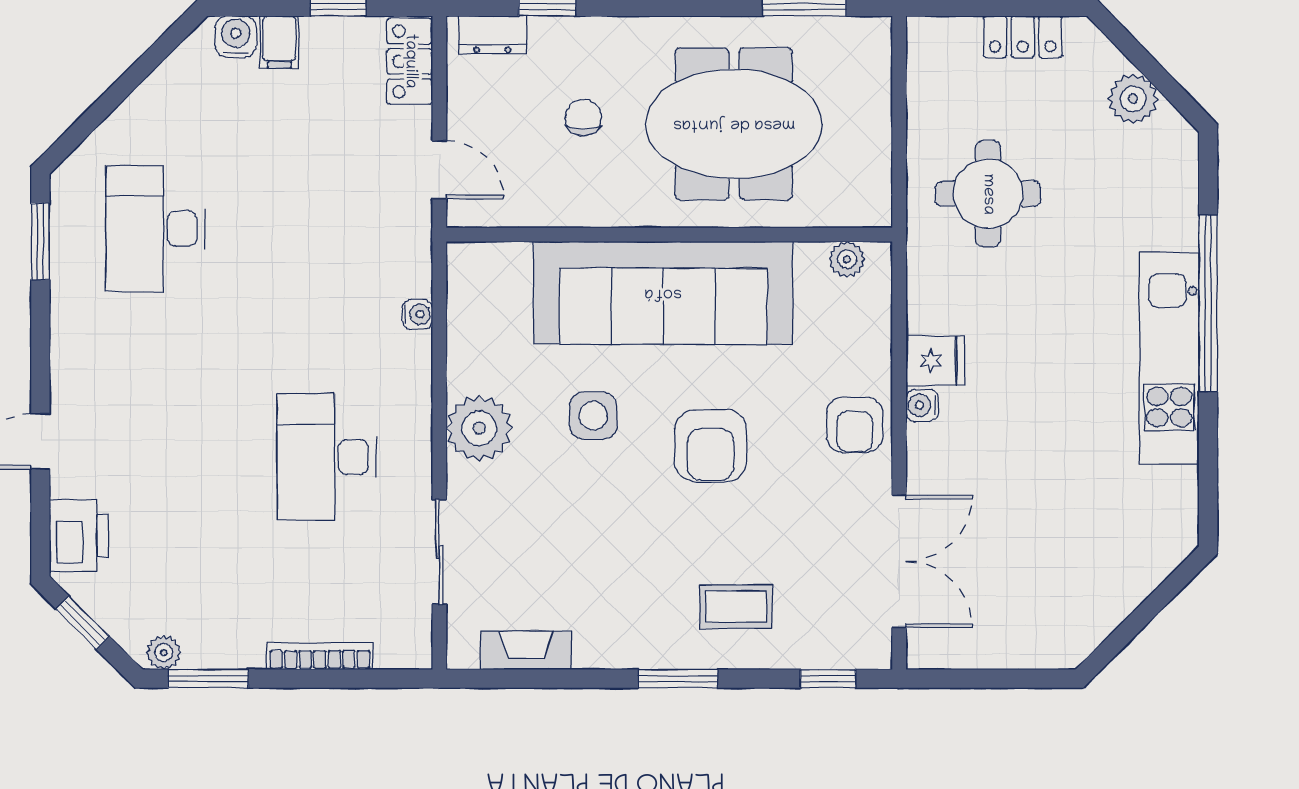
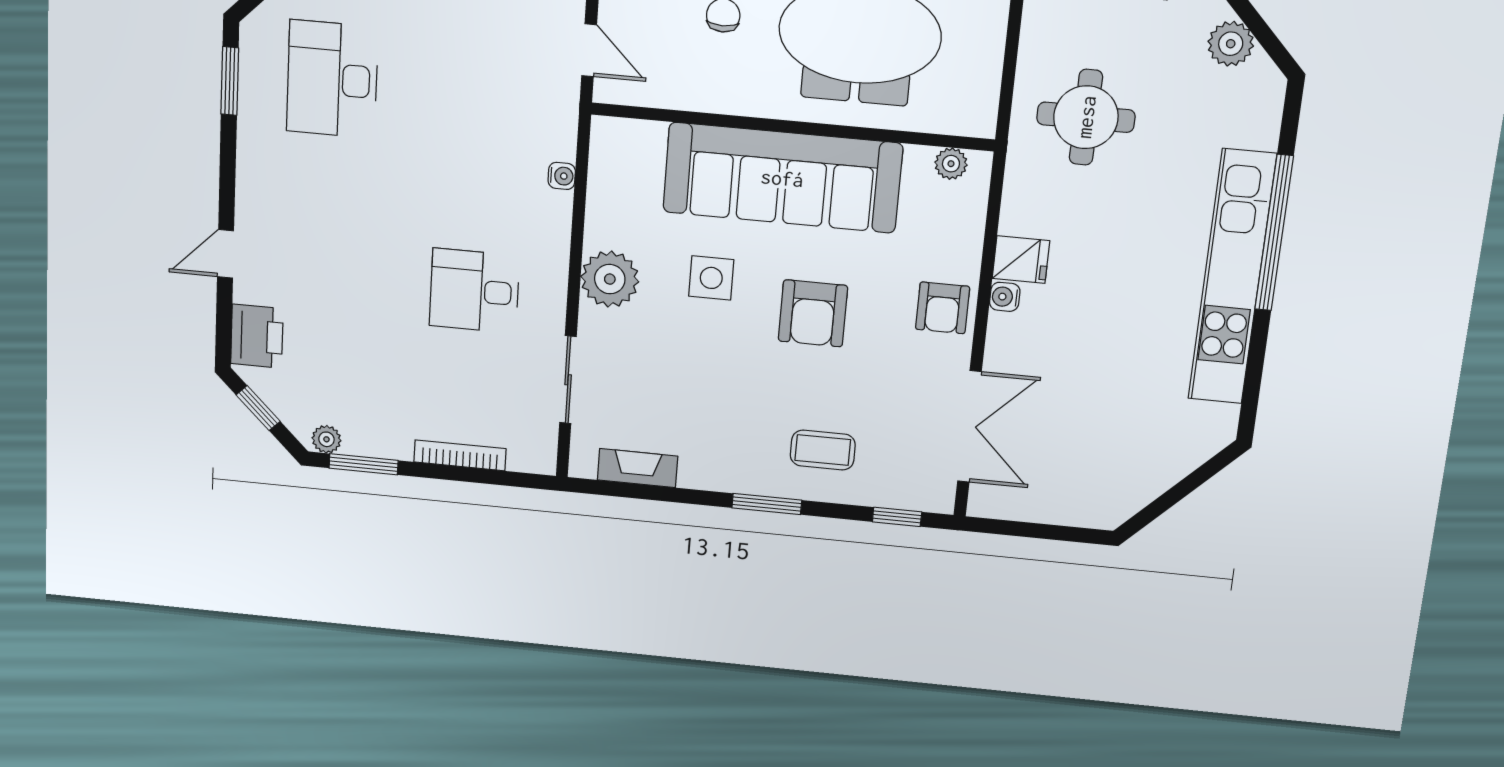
kitchen unit: (1169, 358) -> (1232, 277), width x1.36
desk: (326, 457) -> (474, 291), width x0.73

